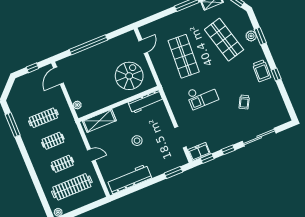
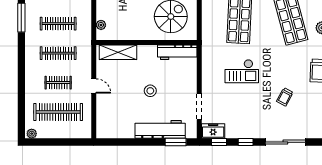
clothes rail: (53, 141) -> (58, 53), width x1.36
workbench: (129, 179) -> (160, 129), moved

